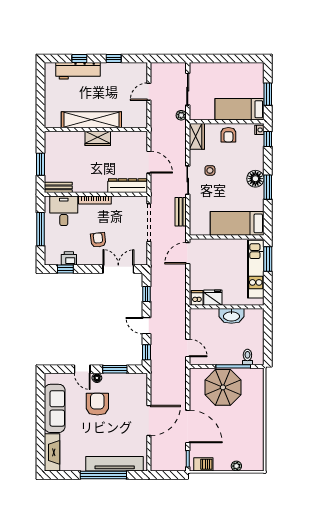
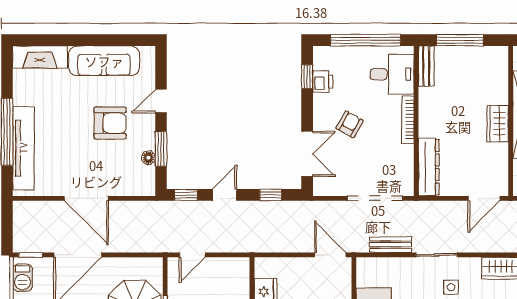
door: (149, 162) -> (484, 198), moved
window: (40, 164) -> (460, 40), width x1.44
window: (40, 229) -> (365, 40), width x1.46
armchair: (98, 240) -> (350, 124), turned -54
dishwasher: (197, 298) -> (265, 268), removed
floor lamp: (97, 378) -> (148, 158), moved

